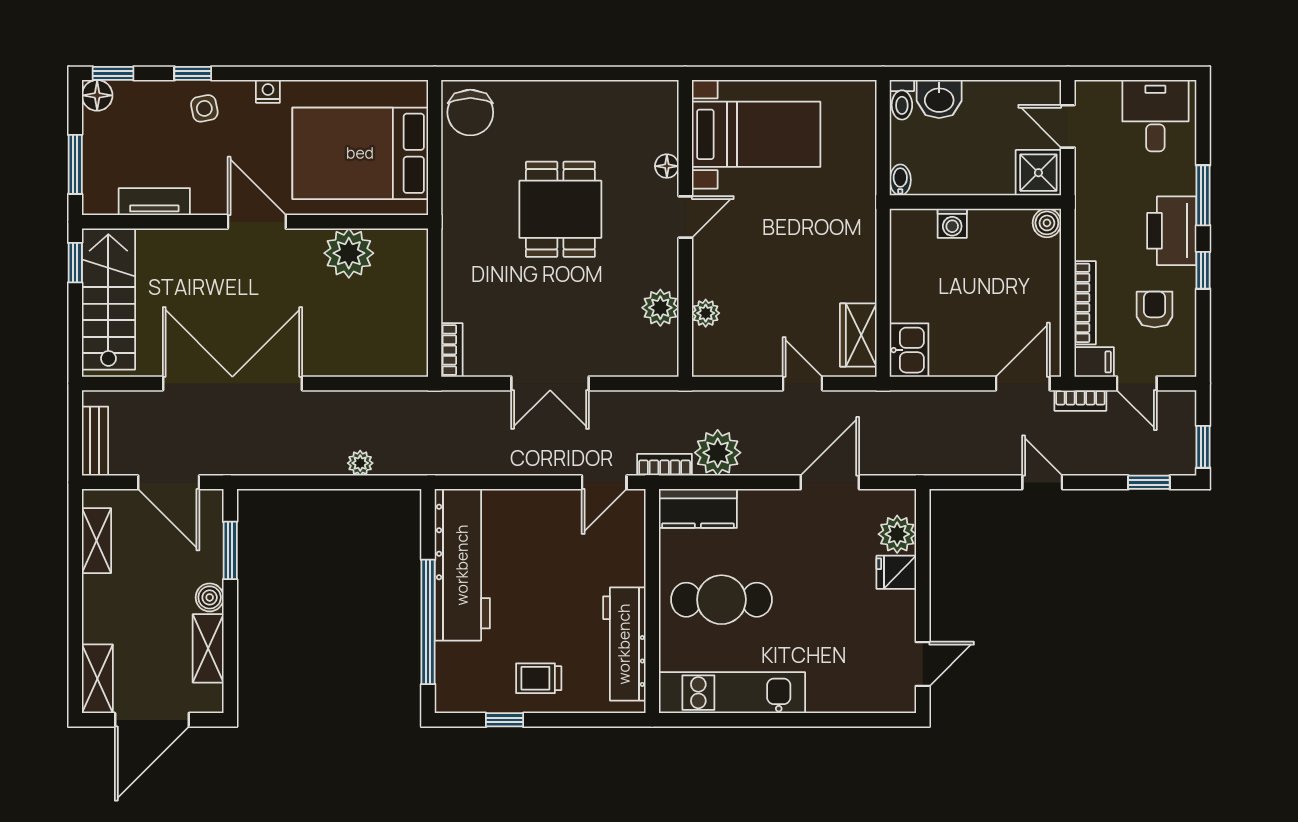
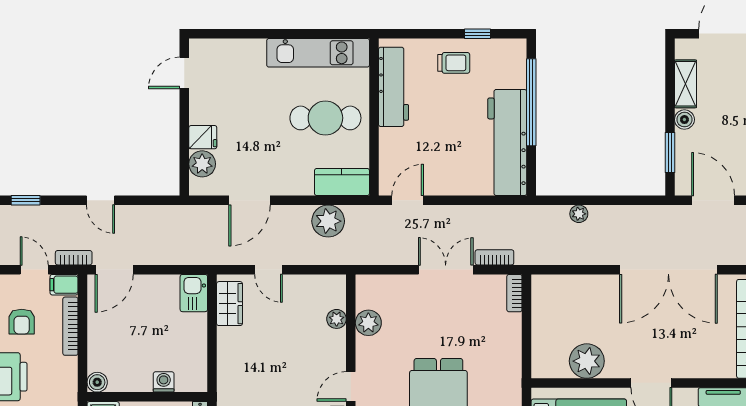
bookcase: (665, 465) -> (494, 257), moved, turned 180

